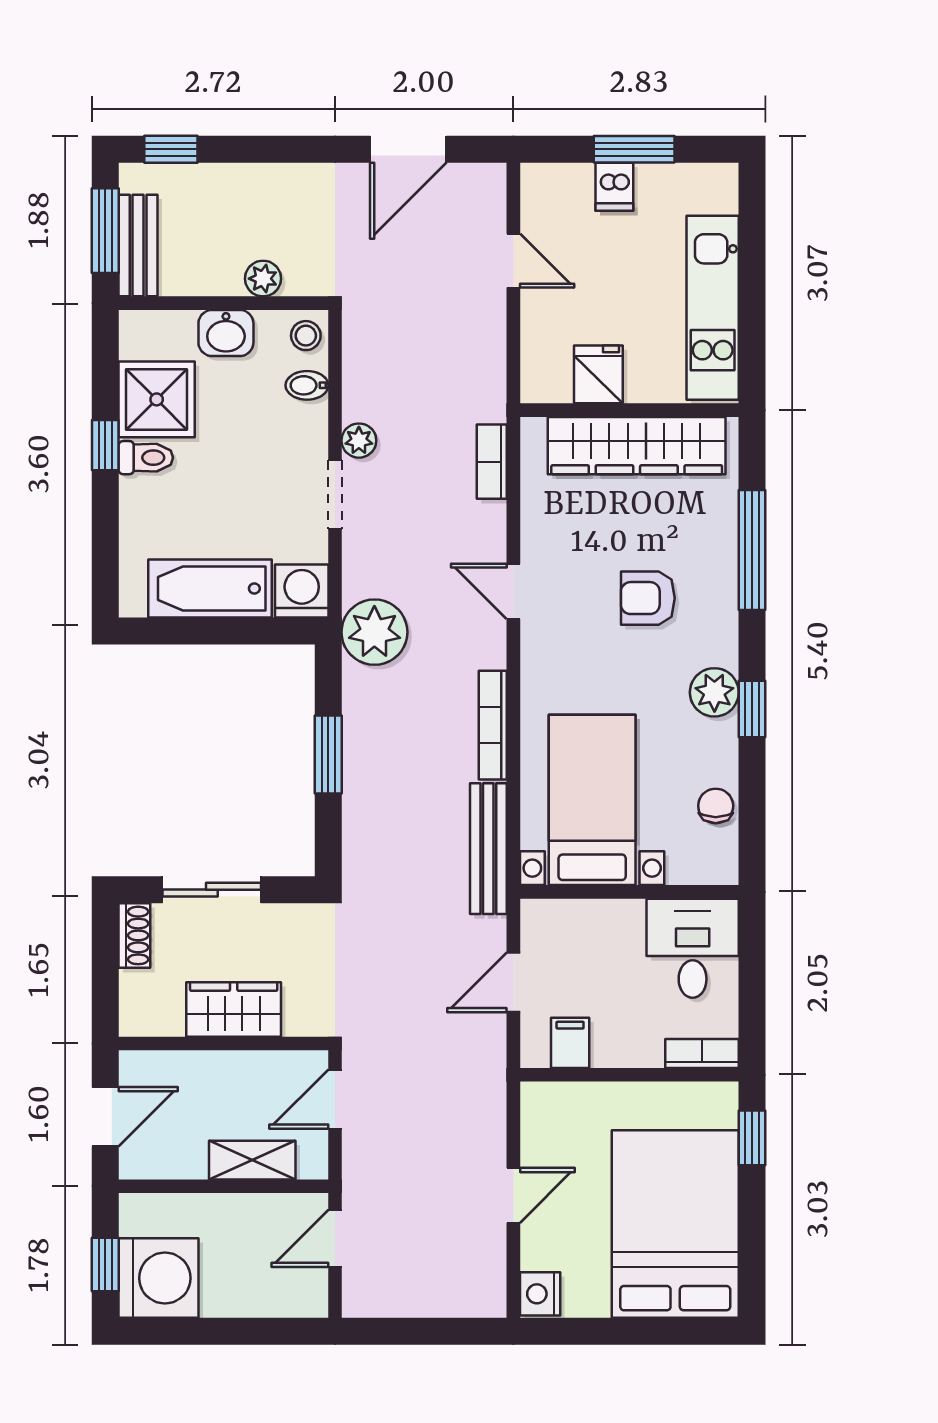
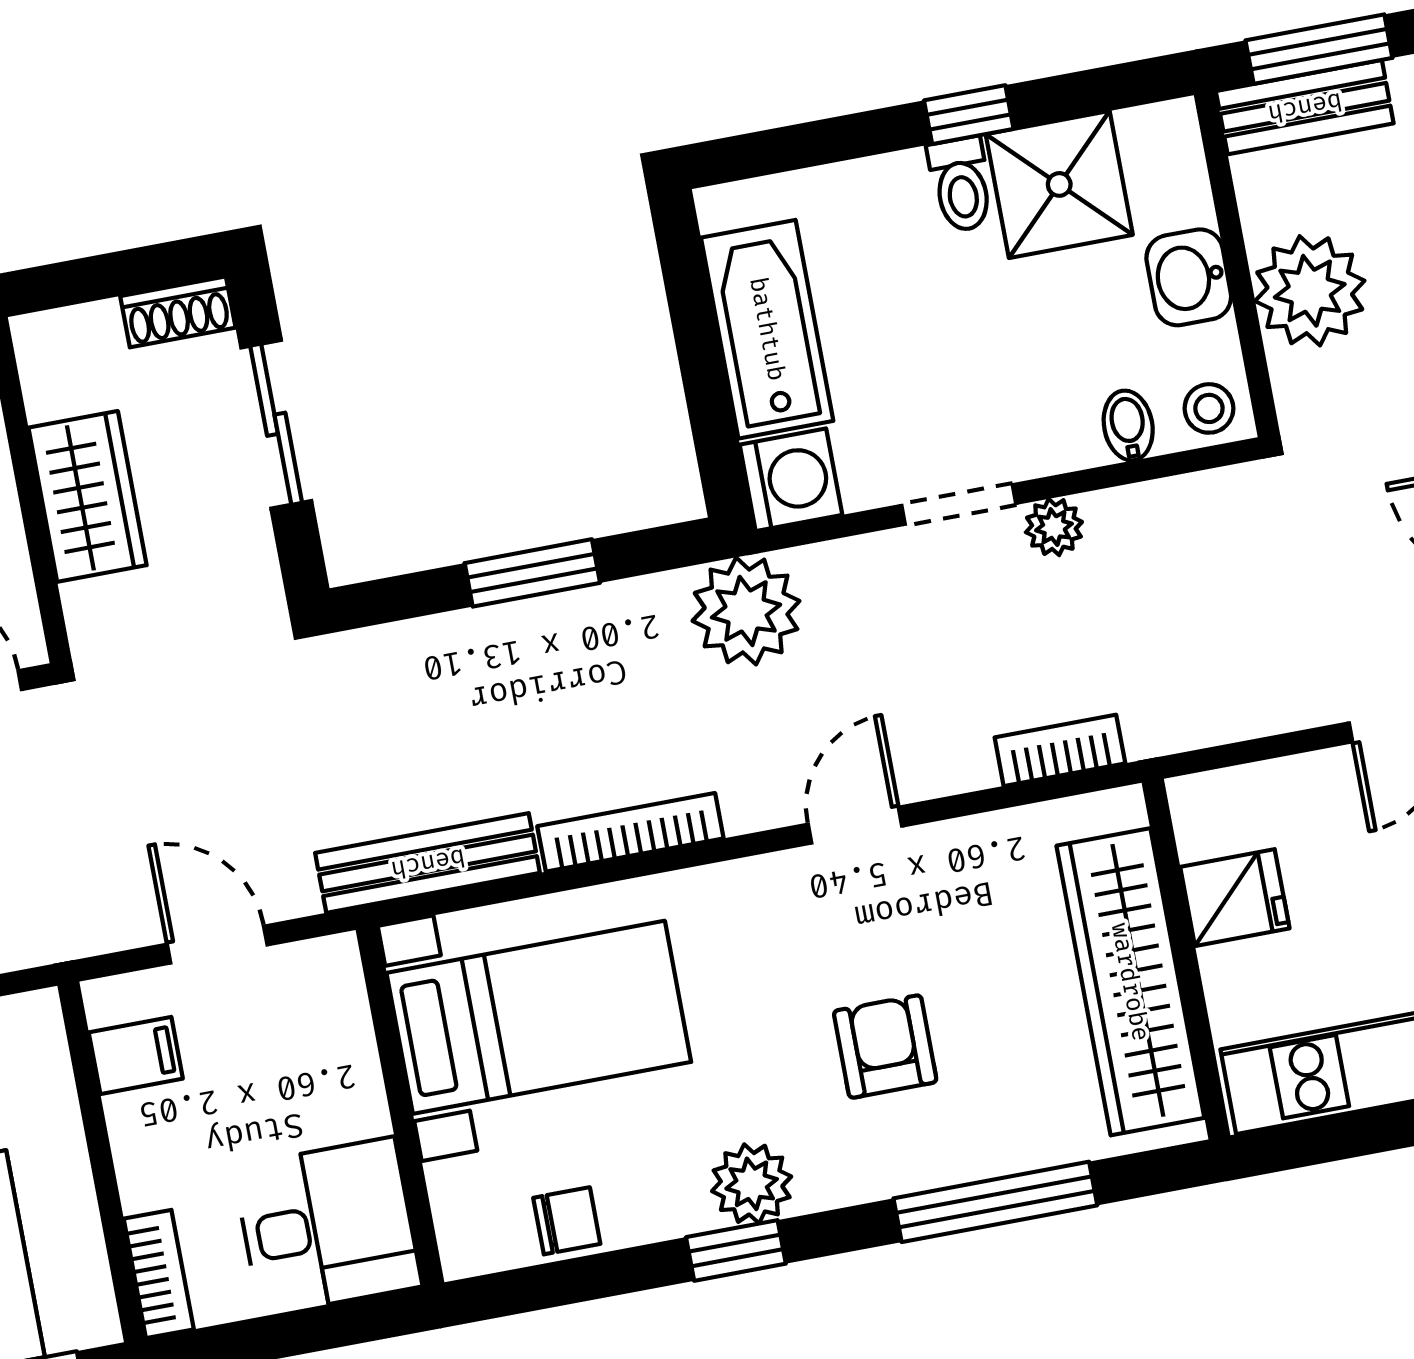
plant: (263, 279) -> (1310, 291), width x1.87, depth x1.87

